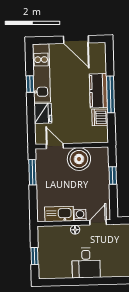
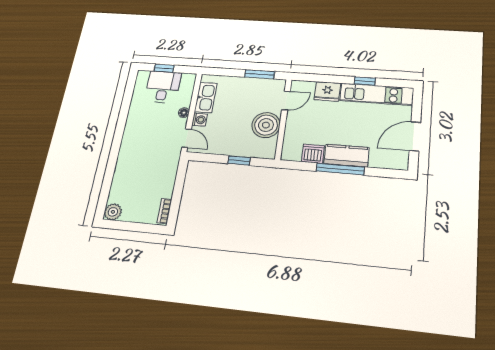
desk: (86, 263) -> (163, 87), moved, turned 90

